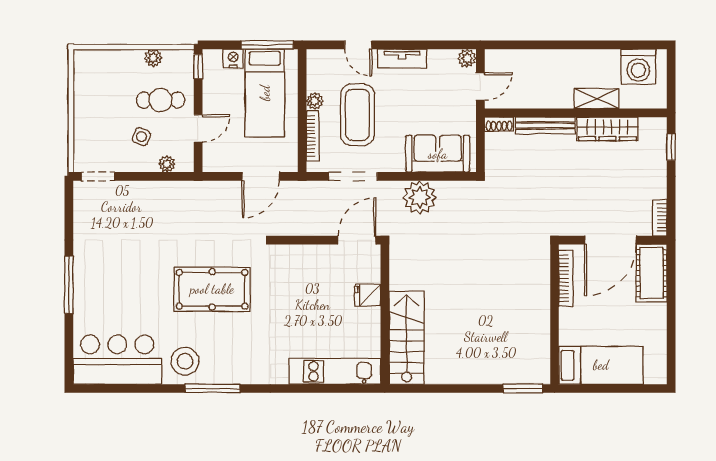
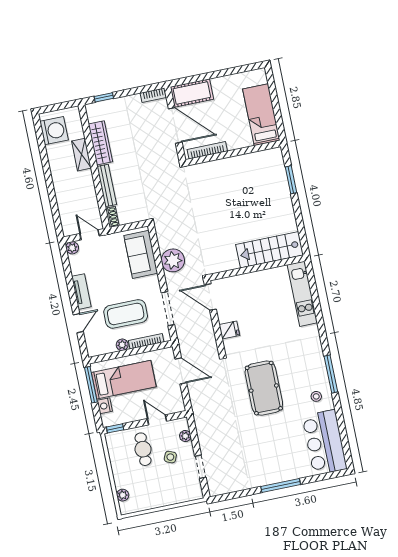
plant: (153, 58) -> (123, 495), moved
doorway: (98, 176) -> (200, 467), moved
fridge: (368, 295) -> (229, 330), moved, turned -90
stool: (185, 361) -> (316, 396), width x0.53, depth x0.53
window: (523, 388) -> (291, 180), moved

